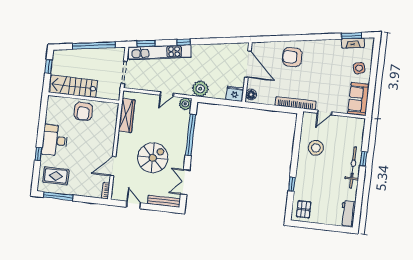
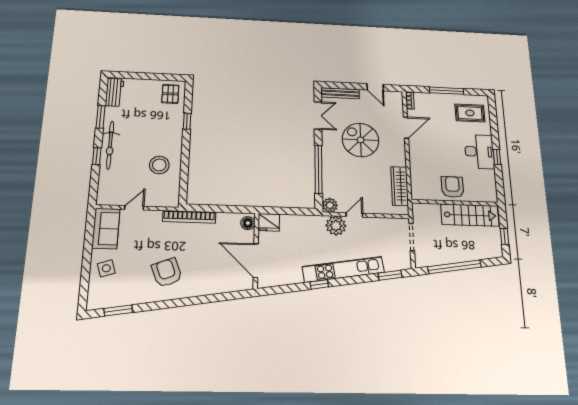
window: (184, 42) -> (319, 284), moved
fireplace: (353, 43) -> (116, 301), removed
kitchen unit: (160, 52) -> (343, 269), moved
armchair: (292, 57) -> (167, 273), moved, turned -111
plant: (200, 89) -> (336, 226), moved
door: (325, 113) -> (134, 208), moved
window: (38, 154) -> (497, 157), moved
spiral stairs: (153, 158) -> (360, 140), turned 90
window: (360, 193) -> (101, 117), added
window: (58, 196) -> (447, 91), moved

